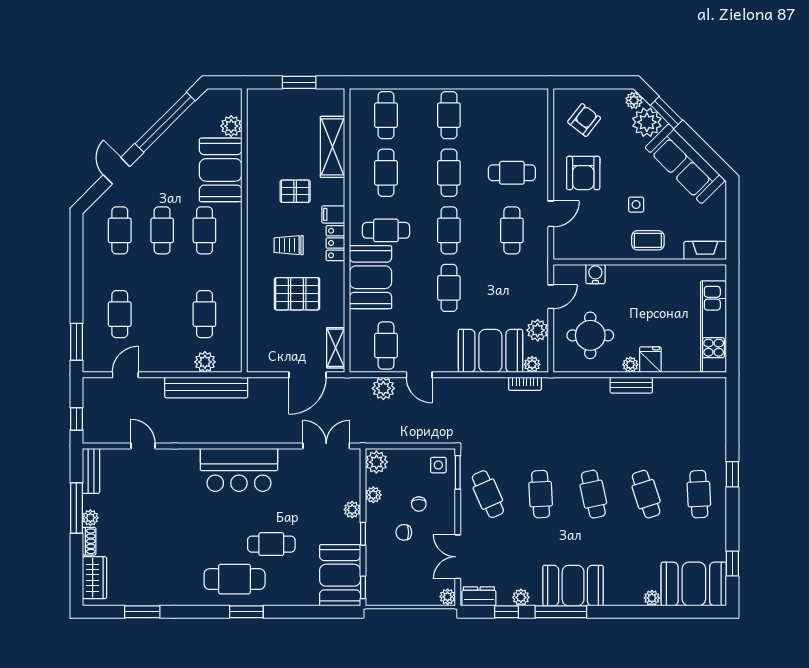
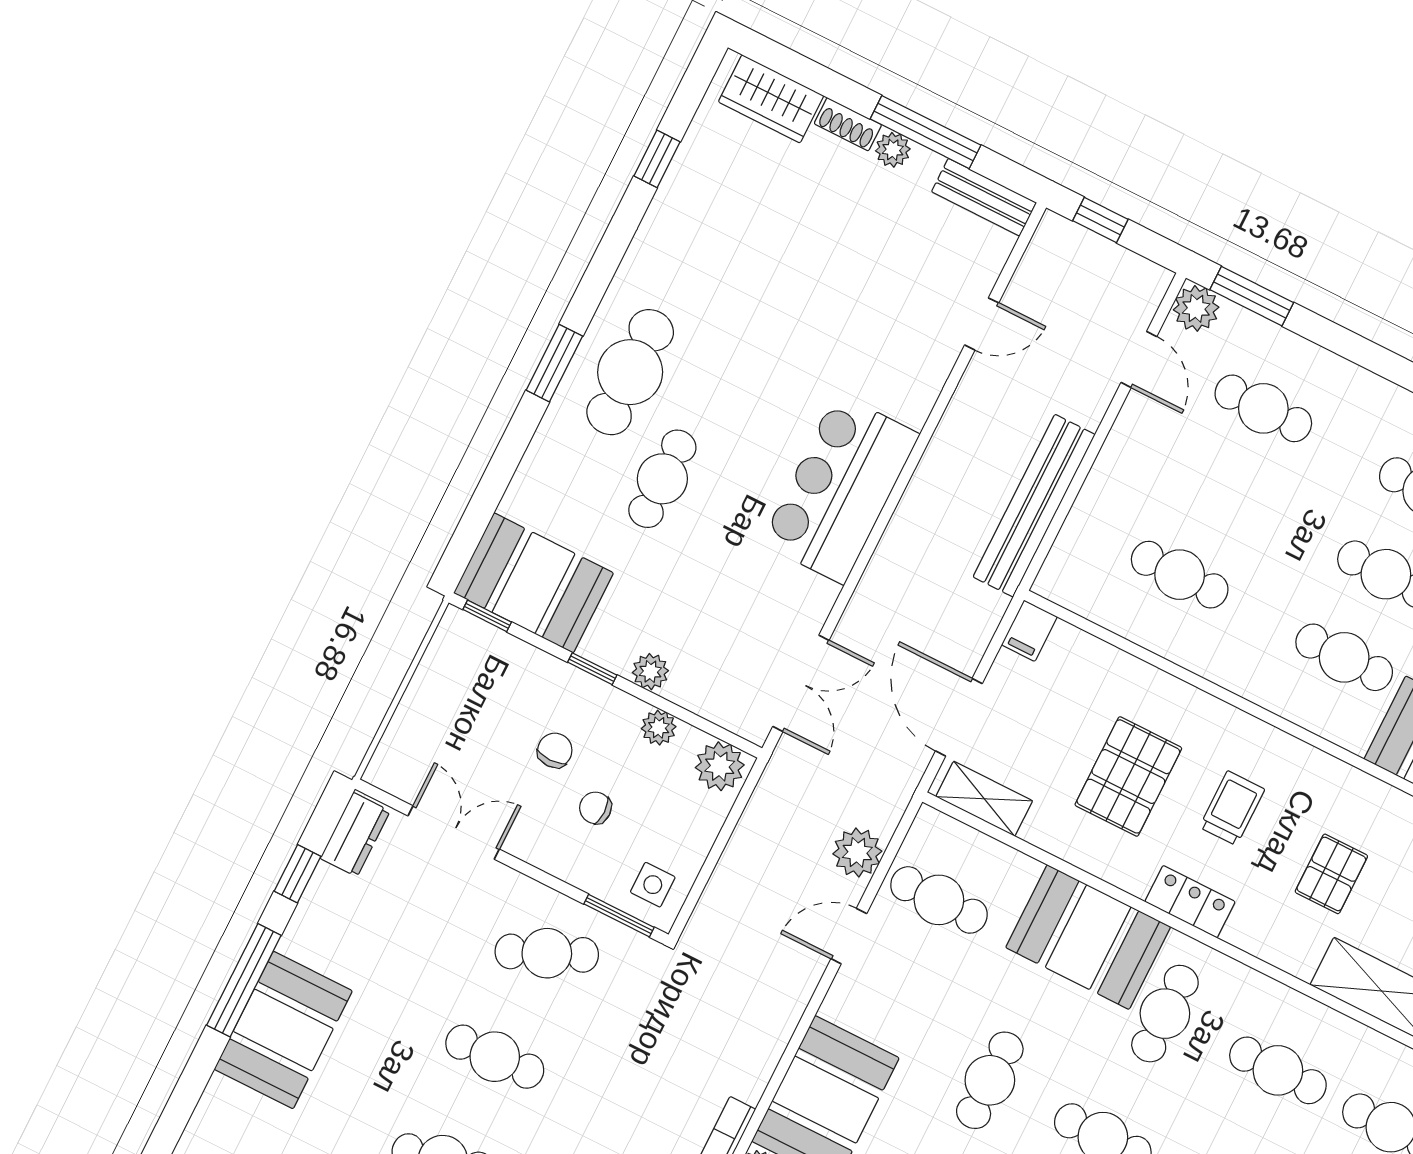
filing cabinet: (333, 214) -> (1029, 631), moved, turned 180
cafe table: (449, 288) -> (990, 1080), turned 90
plant: (205, 362) -> (1196, 308), moved
plant: (448, 597) -> (385, 773), removed
plant: (521, 597) -> (311, 916), removed
window: (142, 612) -> (657, 159), width x0.67

